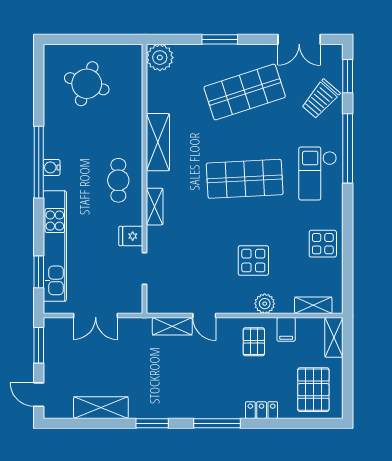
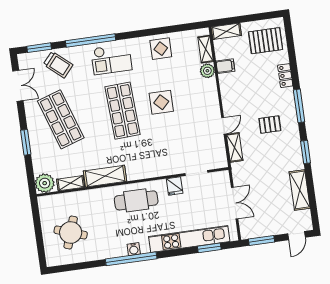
cafe table: (118, 180) -> (136, 200), width x1.37, depth x1.35
shelving: (155, 207) -> (71, 183), moved
display table: (253, 261) -> (161, 102), moved
plant: (265, 304) -> (207, 71), moved
pallet: (254, 342) -> (270, 125), moved

